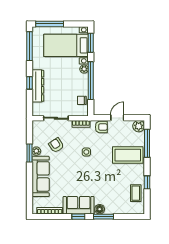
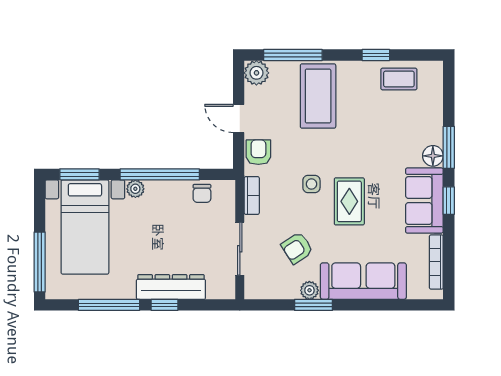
window: (29, 46) -> (109, 305), moved
rug: (78, 170) -> (349, 201), added

